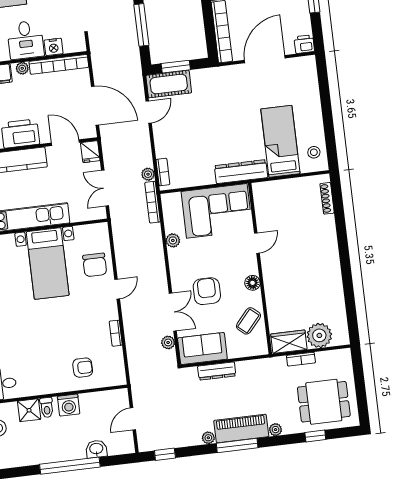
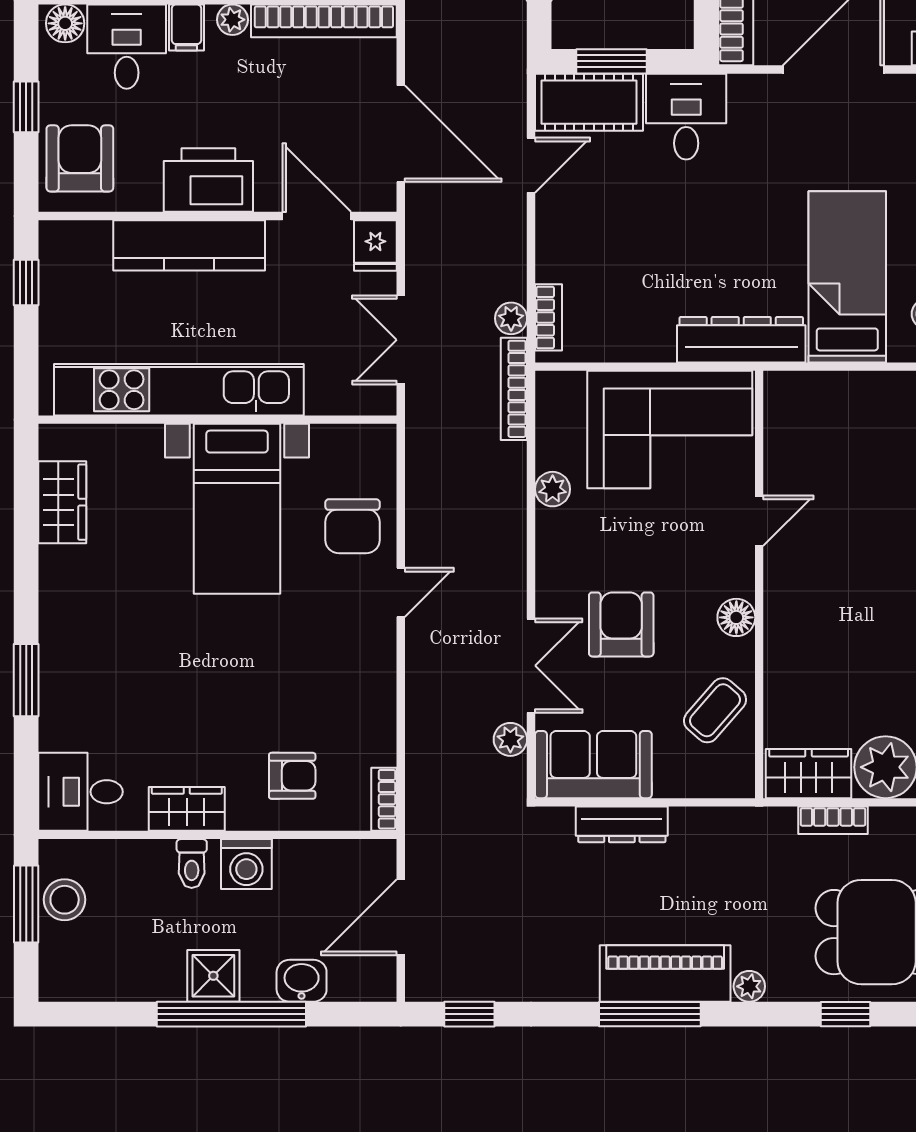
desk: (208, 85) -> (686, 117), added
bookcase: (116, 333) -> (384, 799), moved
wardrobe: (42, 386) -> (187, 809), added
shower: (29, 410) -> (213, 976), moved
door: (133, 419) -> (401, 917), width x1.38
plant: (208, 438) -> (581, 986), removed

